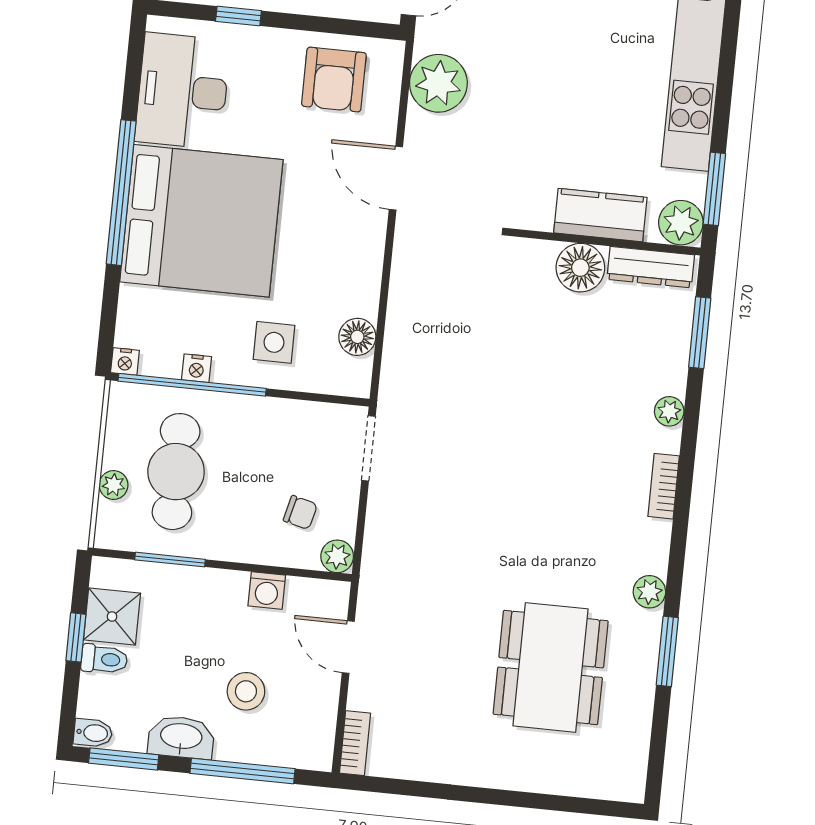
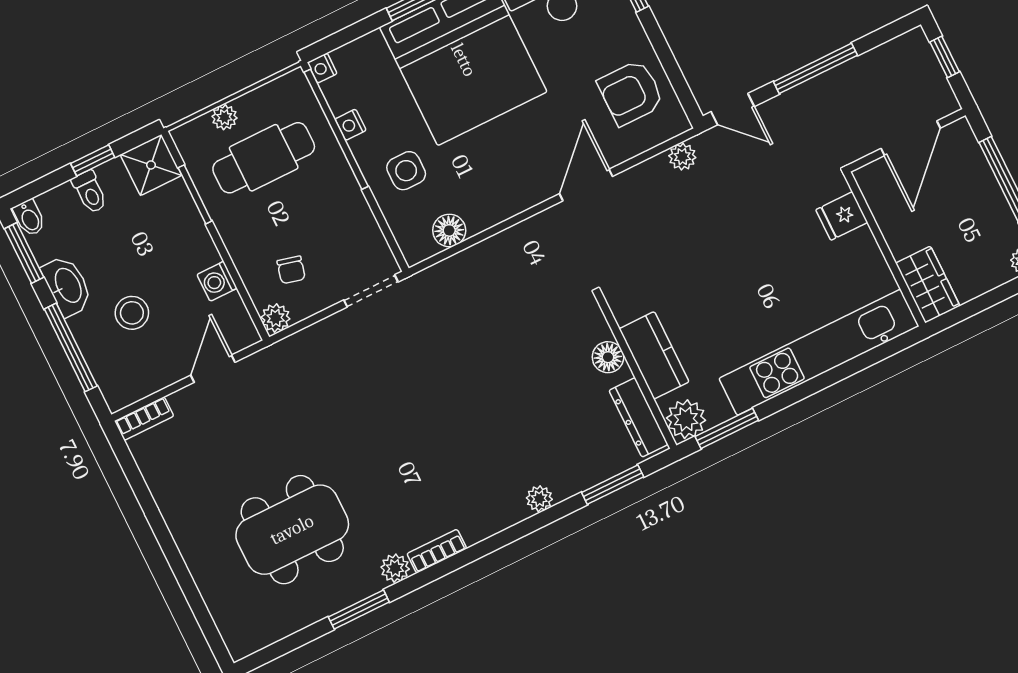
plant: (438, 83) -> (682, 157), width x0.53, depth x0.53
floor lamp: (580, 268) -> (608, 357), width x0.73, depth x0.73
bookcase: (664, 486) -> (437, 551), moved
shower: (112, 617) -> (151, 165), moved

